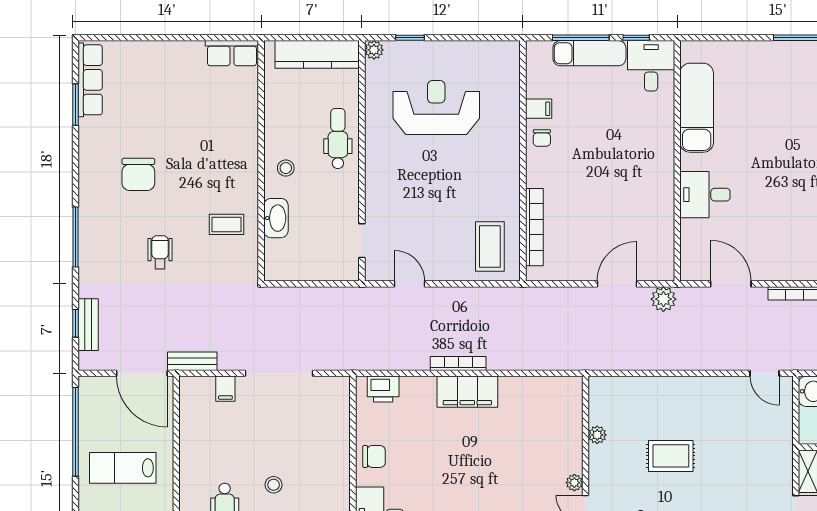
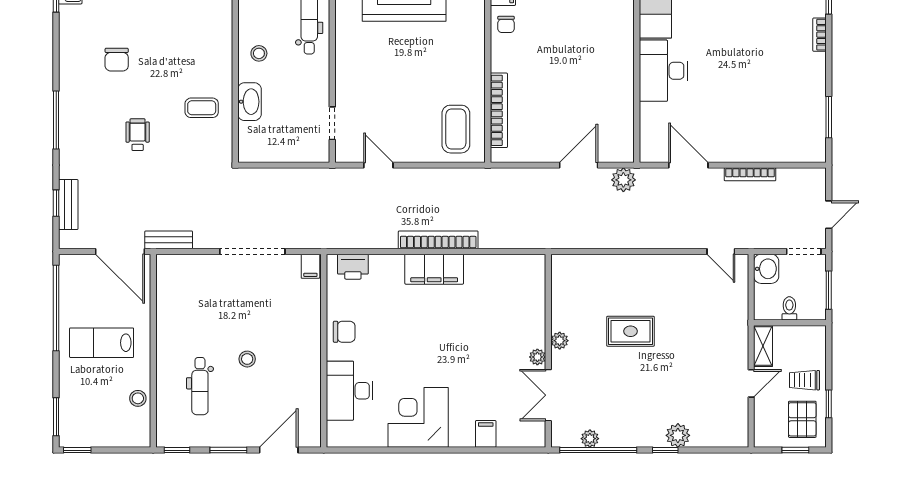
chair: (138, 174) -> (117, 60), width x0.73, depth x0.73
desk: (705, 195) -> (663, 71), width x1.37
bookcase: (458, 363) -> (438, 240), width x1.48, depth x1.31
filing cabinet: (225, 389) -> (310, 266), moved
plant: (597, 435) -> (560, 341), moved

